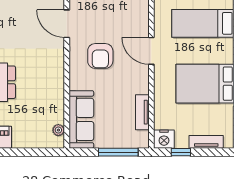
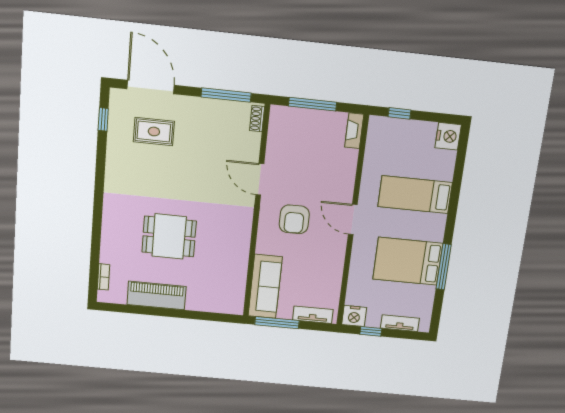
tv unit: (142, 112) -> (313, 315), moved, turned 90
plant: (58, 130) -> (238, 295), removed
window: (118, 152) -> (277, 323), moved

